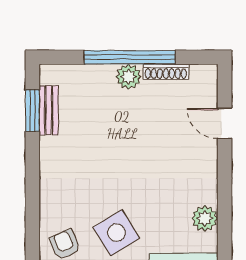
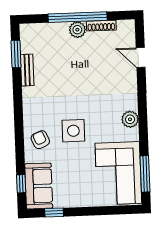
bench: (49, 110) -> (27, 70), moved
side table: (116, 233) -> (73, 131), turned 32

